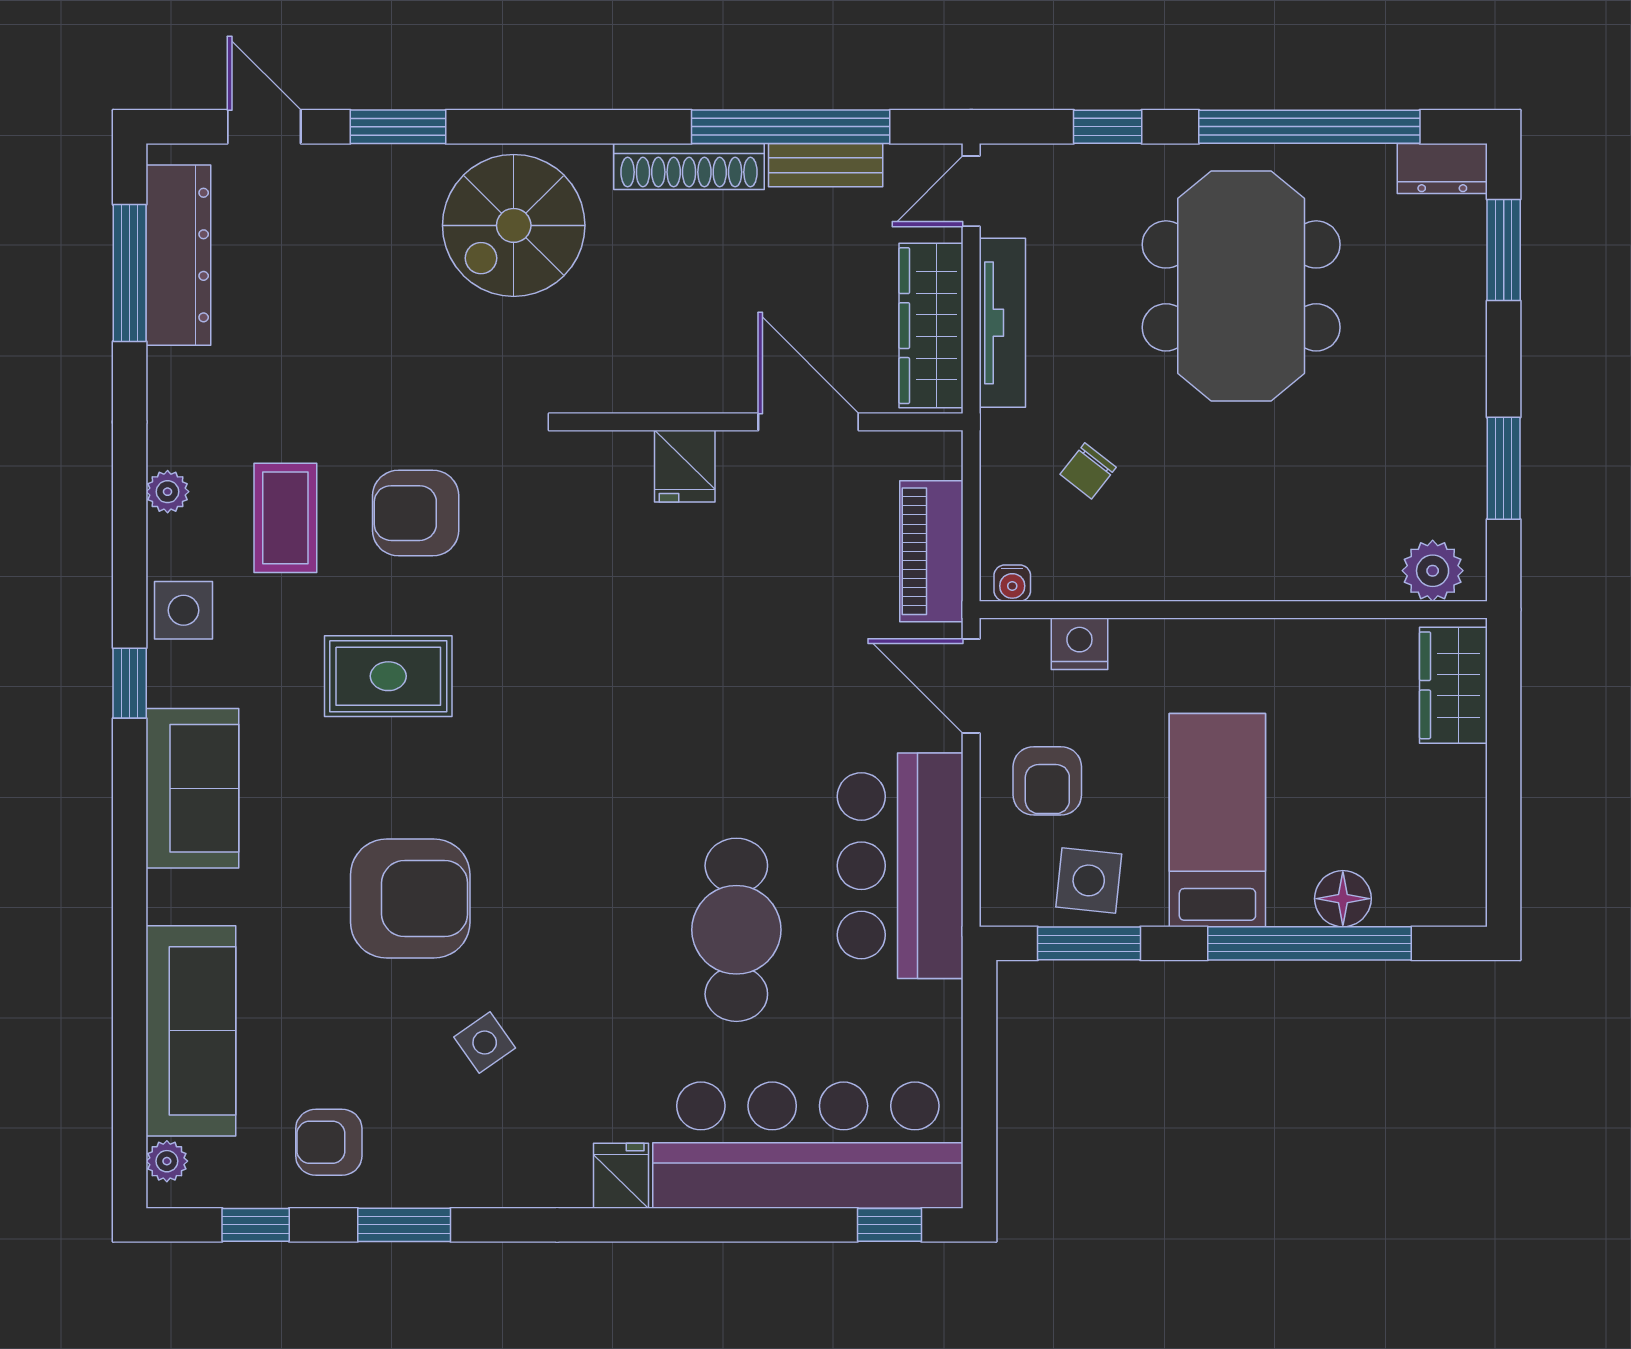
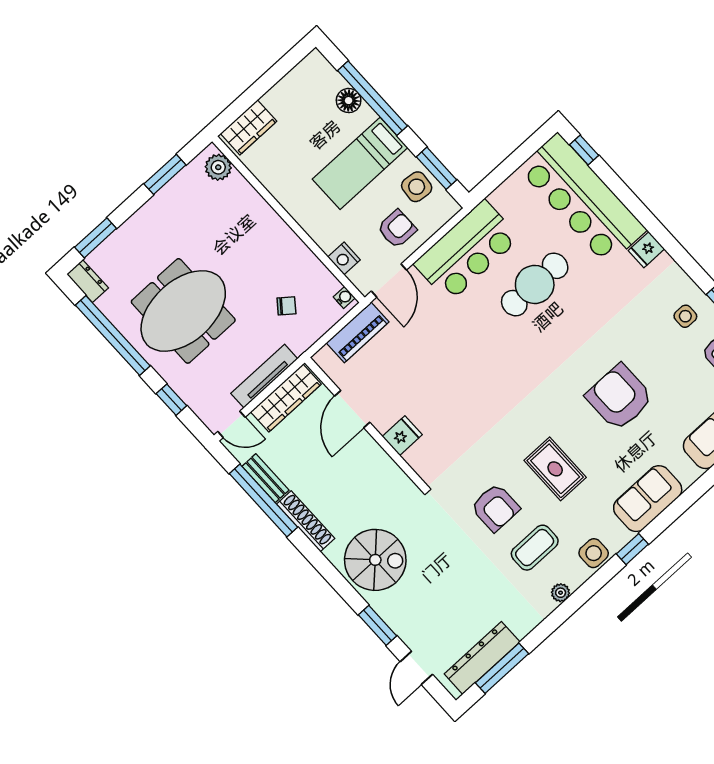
side table: (485, 1042) -> (685, 316), moved, turned 35

